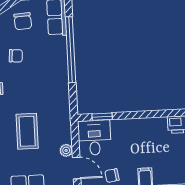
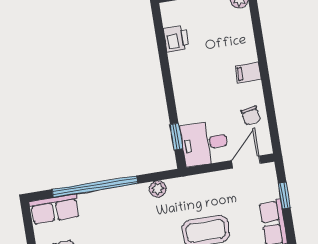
plant: (66, 150) -> (158, 189), moved

